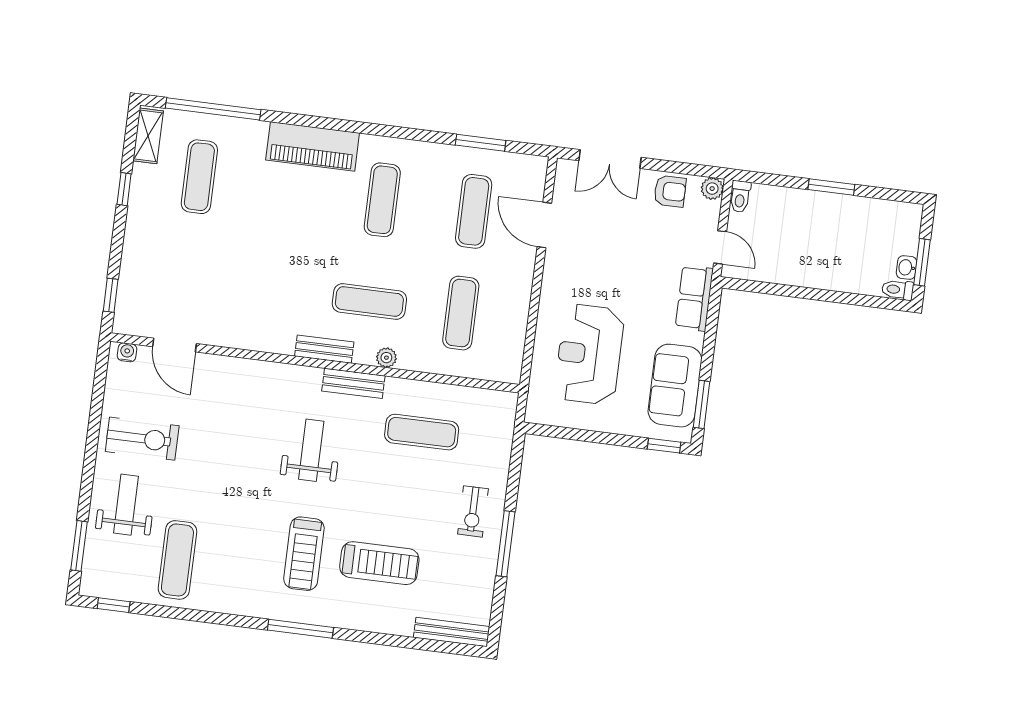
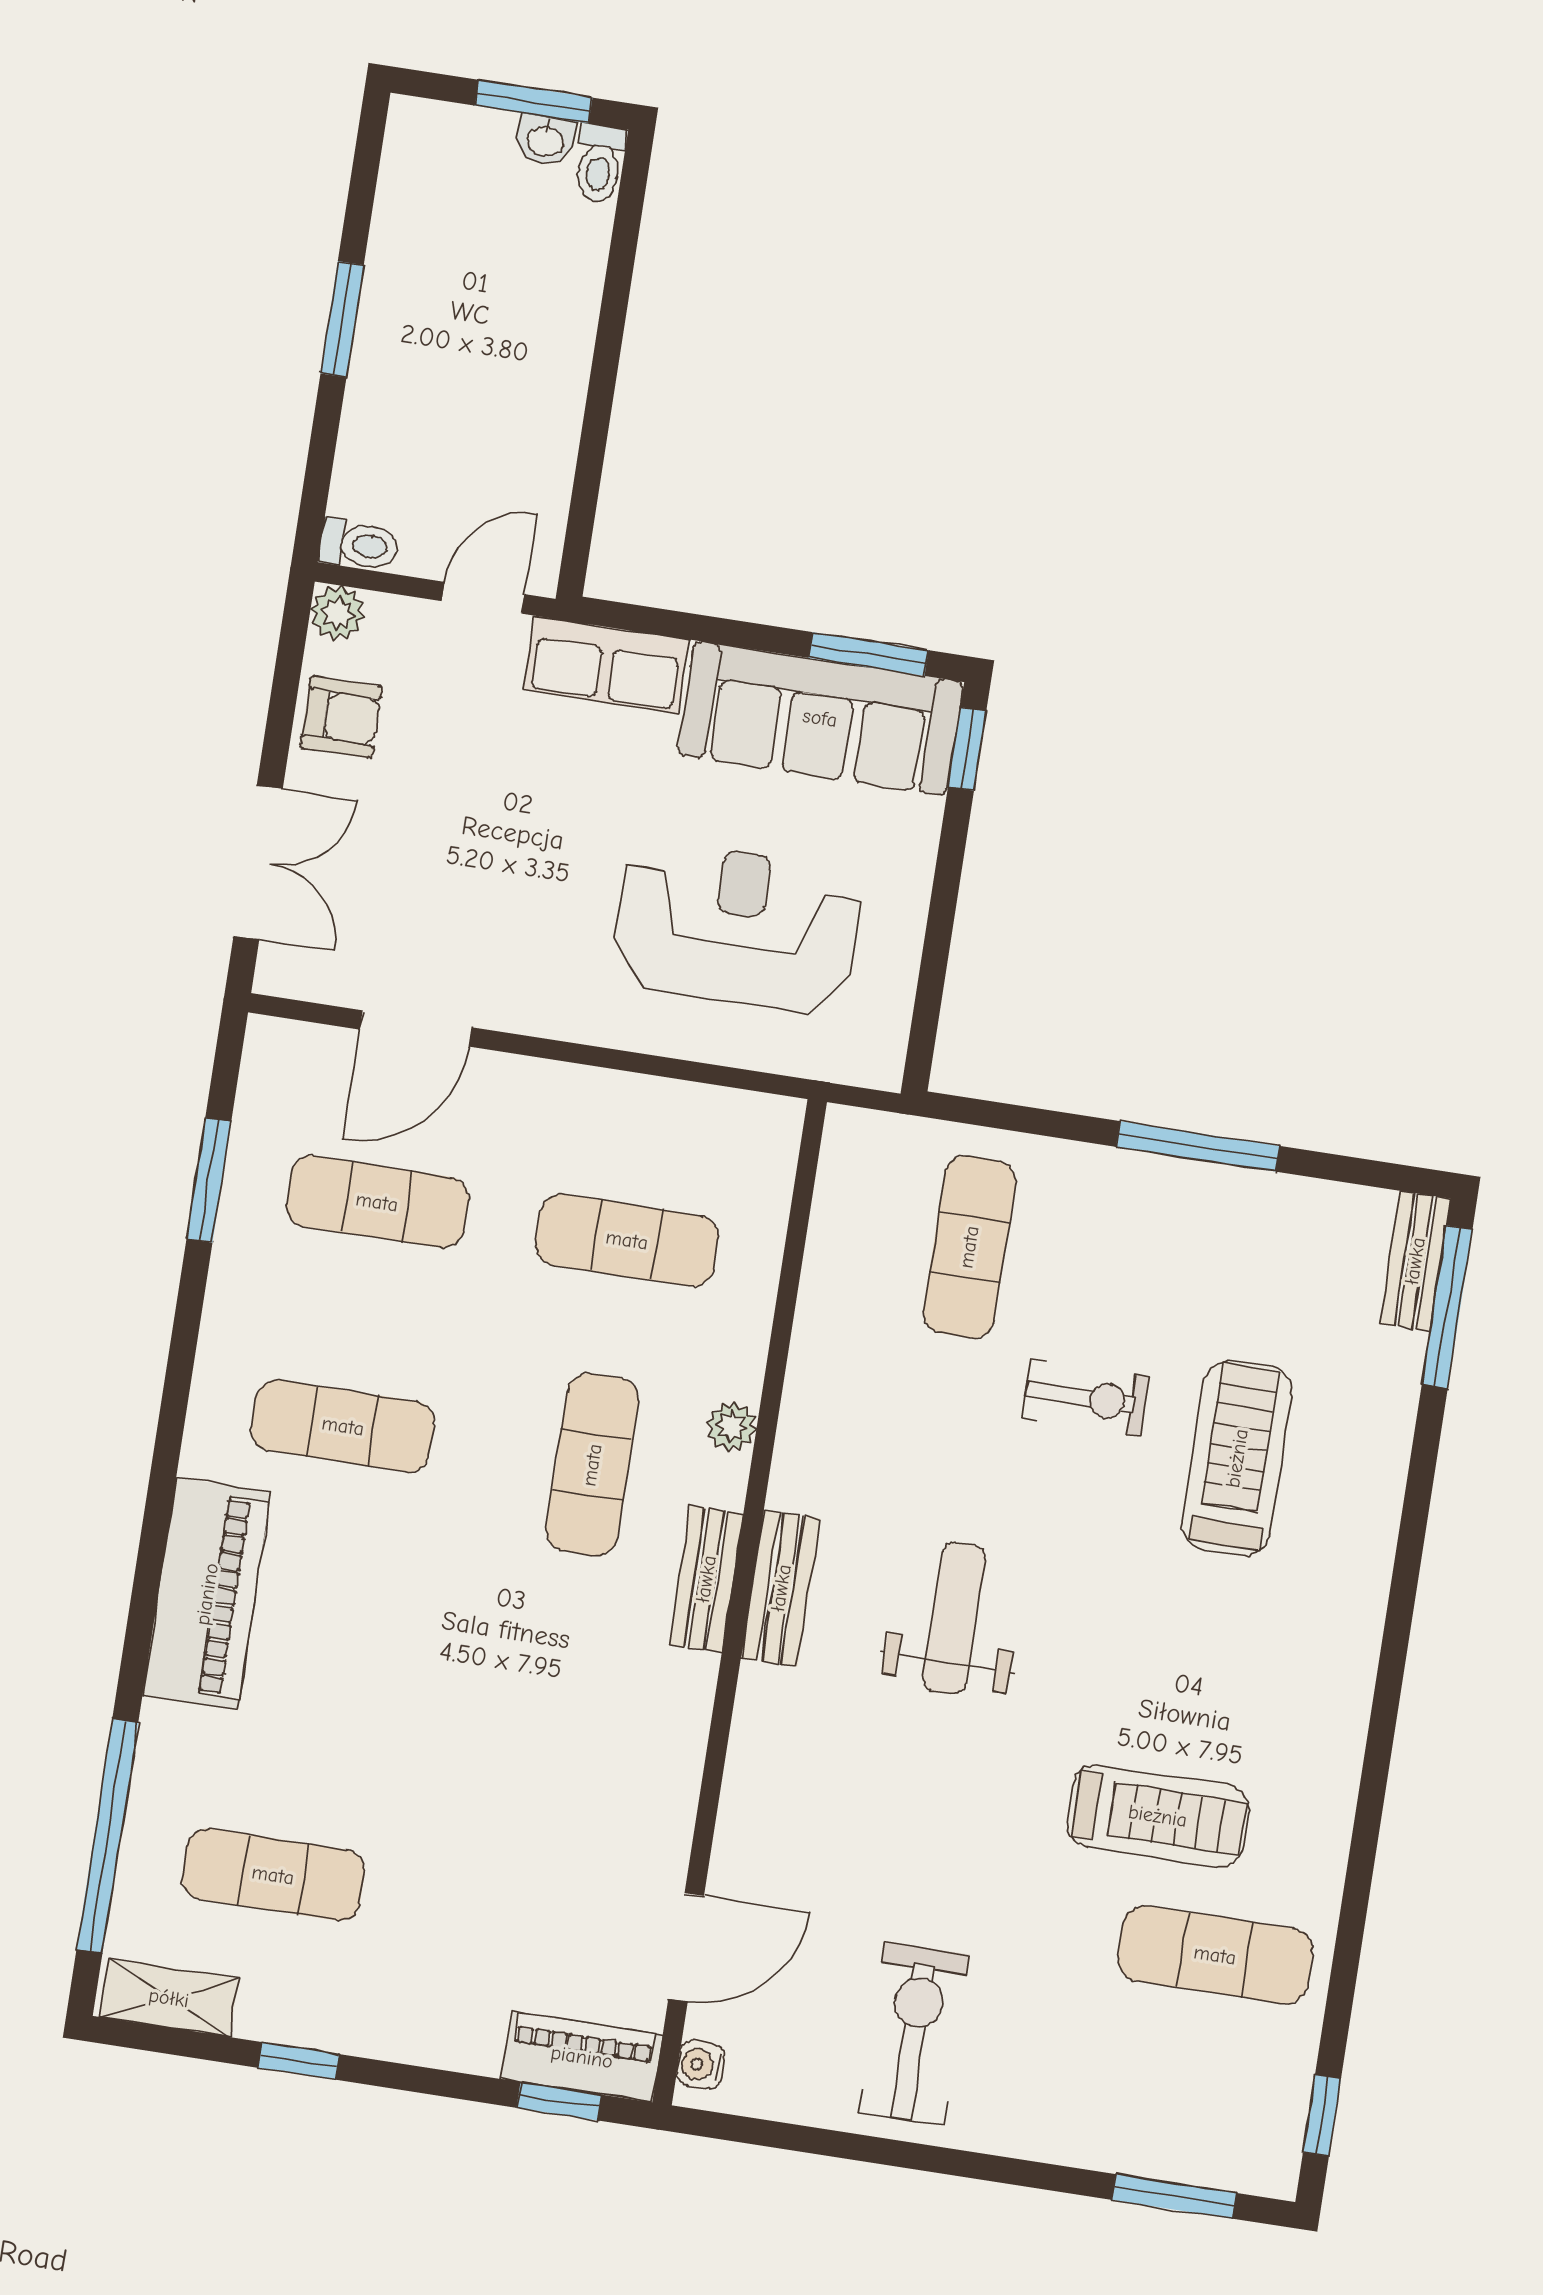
armchair: (670, 191) -> (341, 717), turned 90
piano: (129, 304) -> (582, 2057), added
reception desk: (589, 354) -> (737, 927), turned 180
bench: (353, 383) -> (781, 1588), moved
sofa: (675, 386) -> (820, 718), width x1.36
exercise mat: (422, 432) -> (969, 1247), moved
weight bench: (311, 450) -> (954, 1618), turned 90
weight bench: (126, 505) -> (1076, 2078), removed
exercise bike: (473, 511) -> (1086, 1398), moved
treadmill: (304, 554) -> (1158, 1816), moved
window: (300, 629) -> (1447, 1307), moved
bench: (452, 632) -> (1415, 1261), width x0.73

